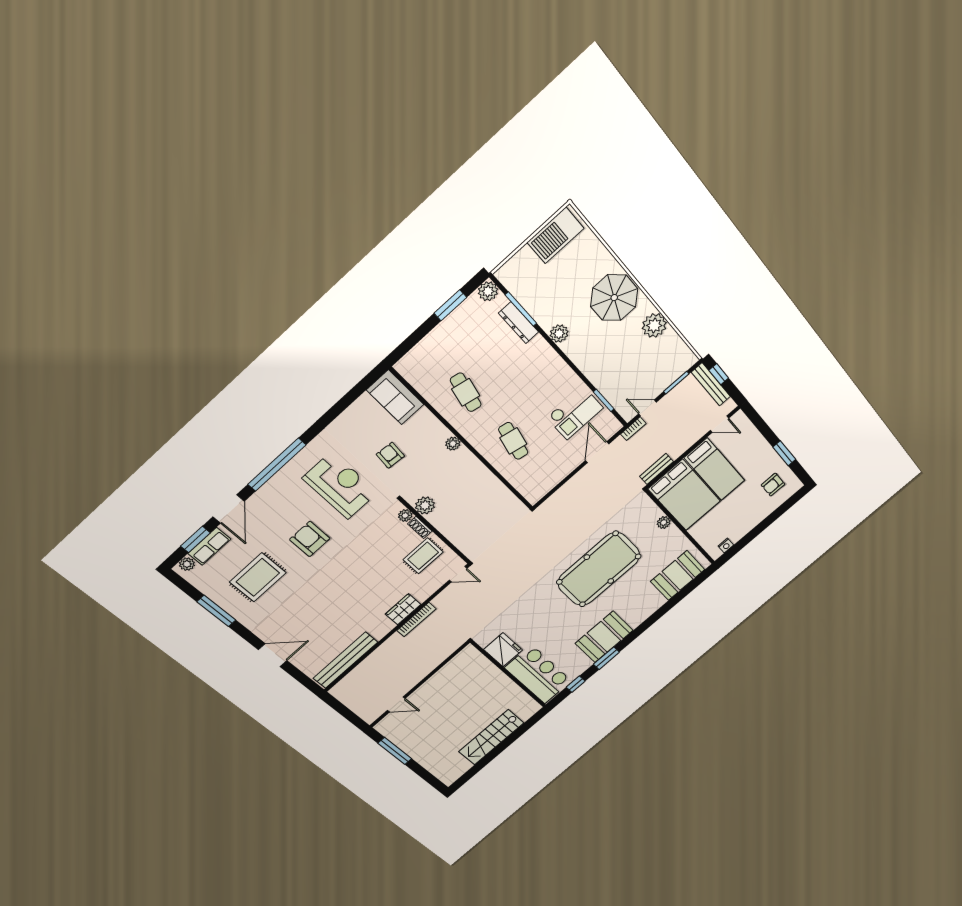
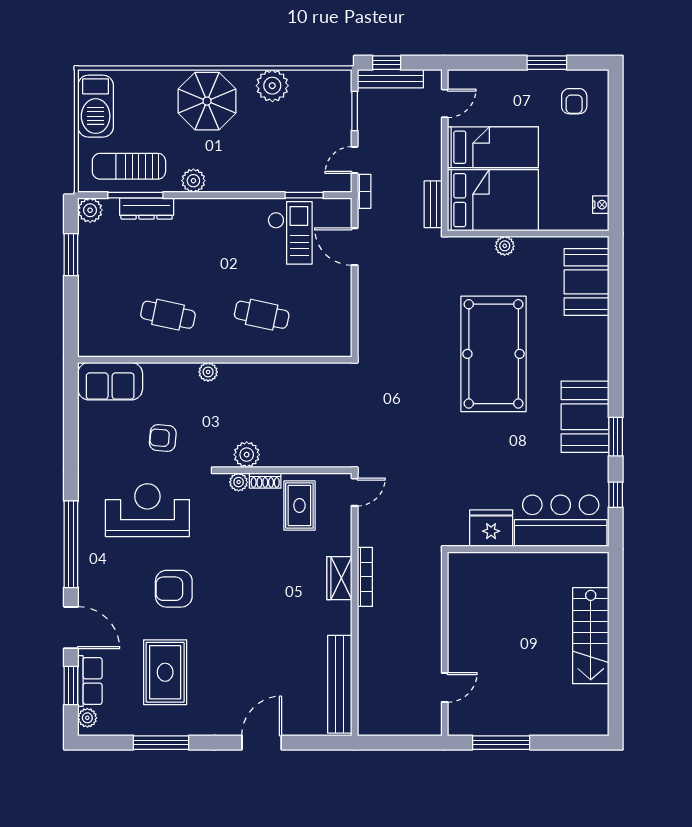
sun lounger: (535, 289) -> (129, 166), added

